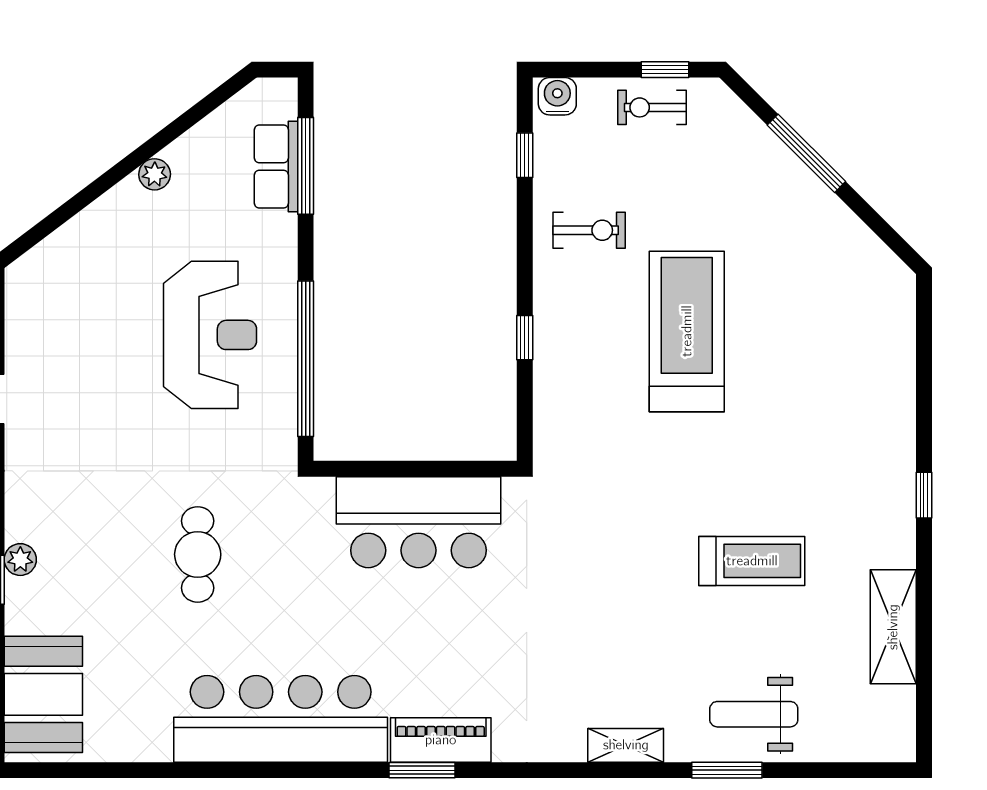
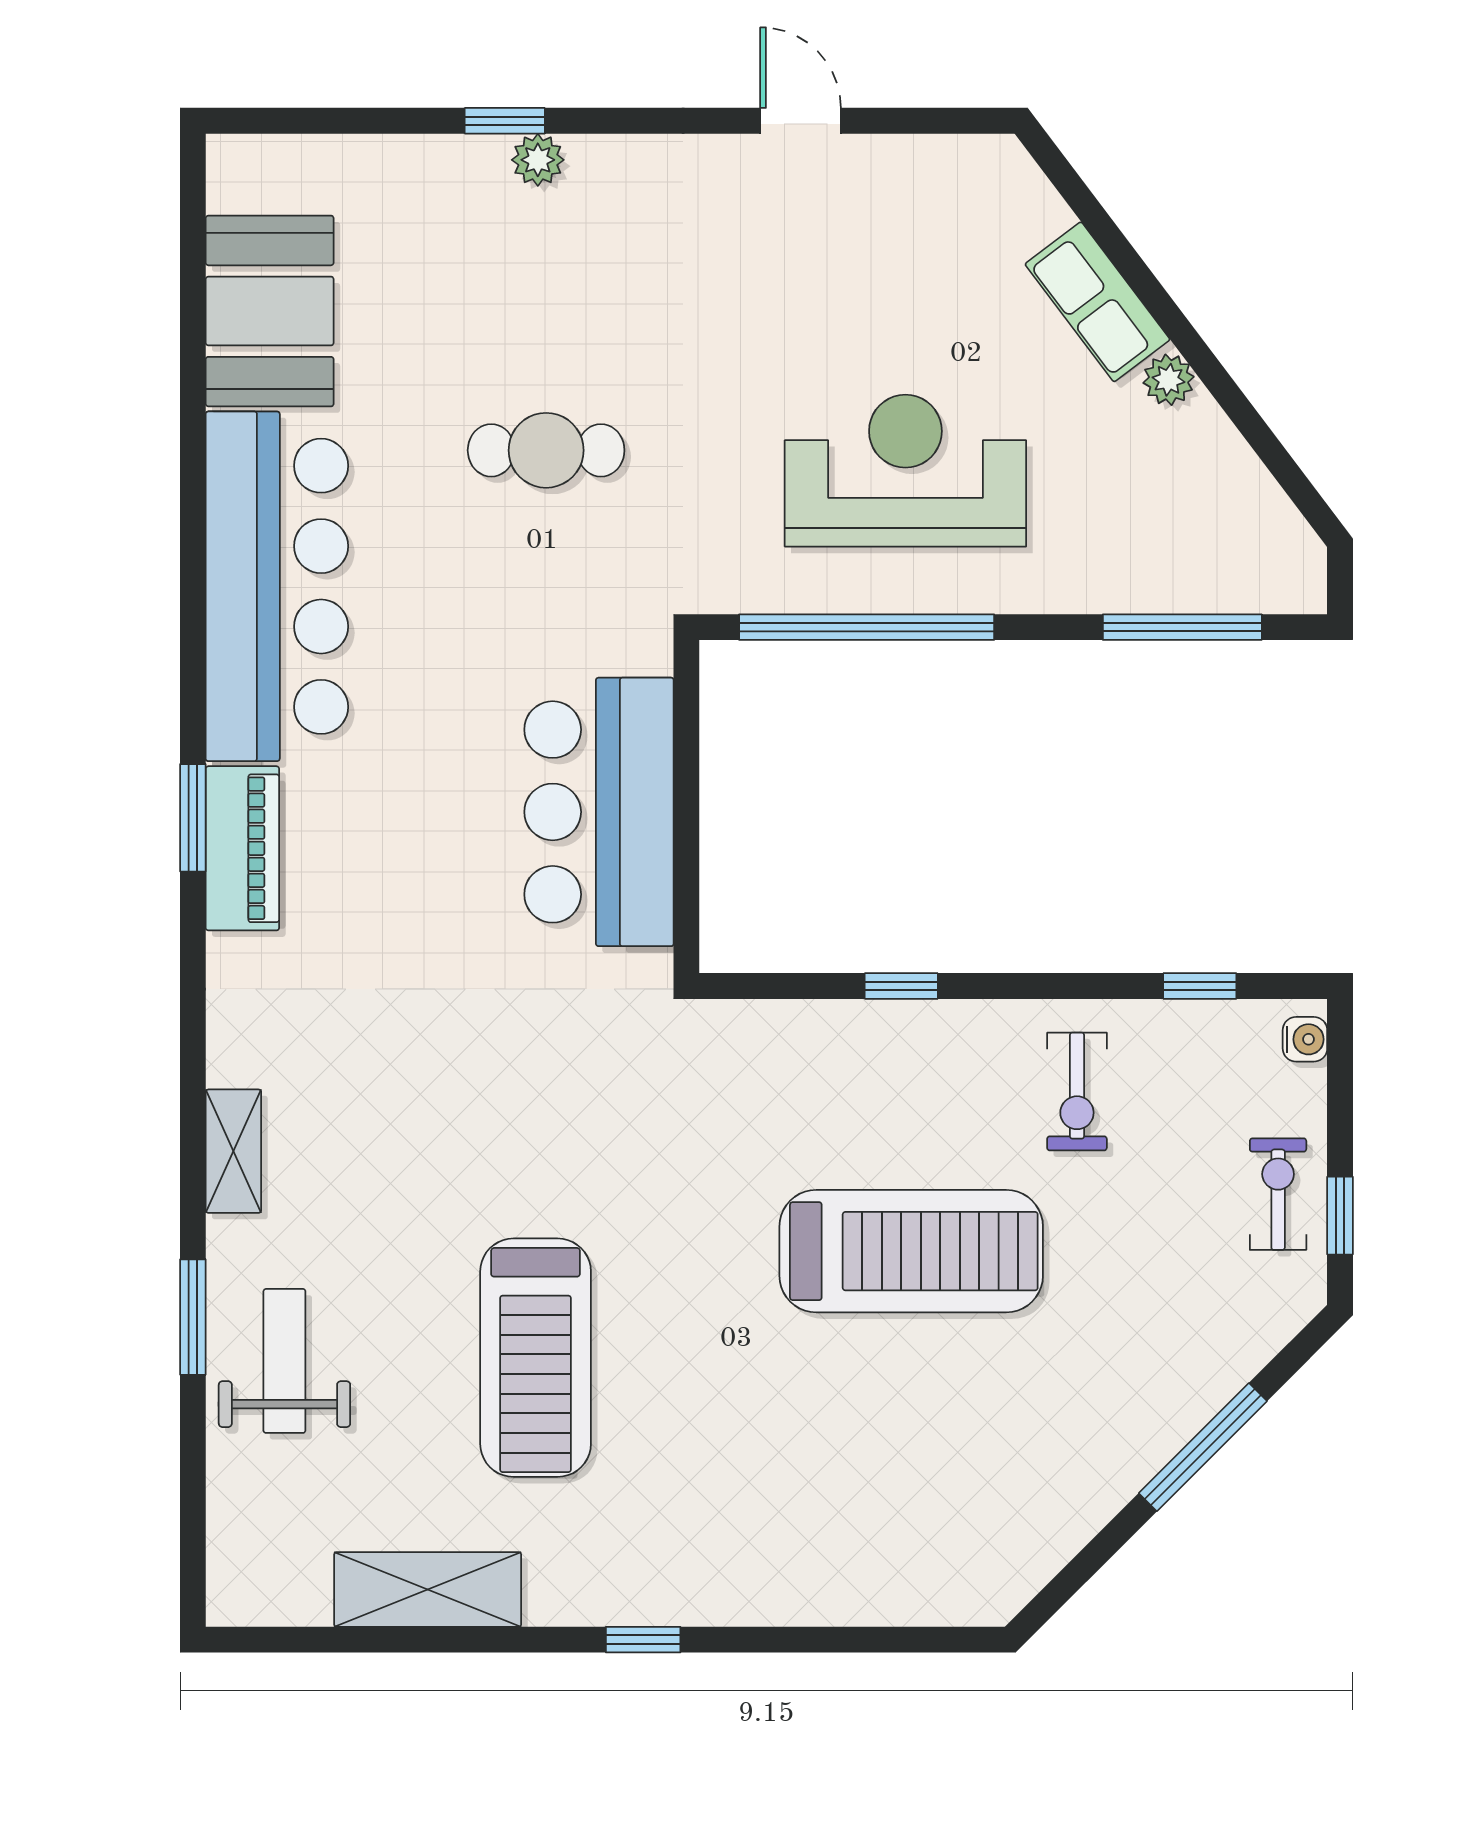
water cooler: (557, 96) -> (1305, 1039), width x0.72, depth x0.72
row of seats: (276, 167) -> (1097, 302), moved, turned -127
reception desk: (210, 335) -> (905, 471), turned 180
treadmill: (752, 561) -> (536, 1358), width x1.37, depth x1.38
booth: (43, 694) -> (270, 311), moved, turned 90

